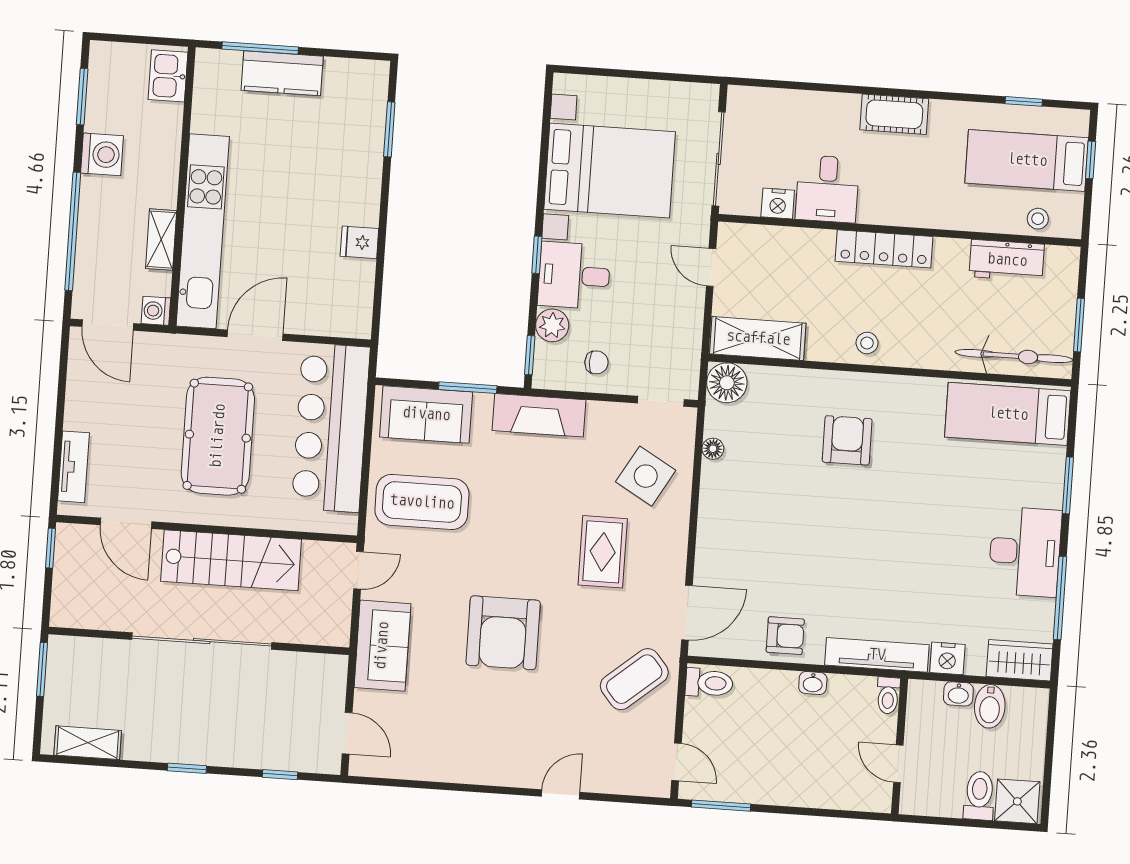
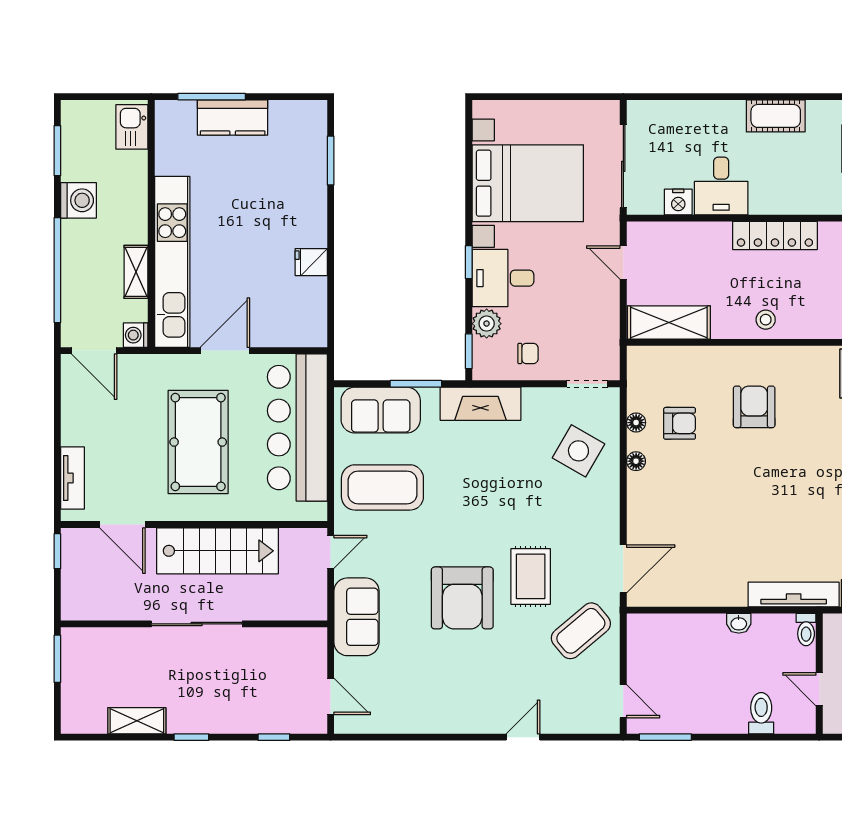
floor lamp: (727, 383) -> (636, 461), moved, width x0.53, depth x0.53
rug: (603, 552) -> (531, 576), moved
armchair: (785, 636) -> (680, 423), moved
sliding door: (202, 641) -> (197, 624), width x0.73
toilet: (709, 683) -> (761, 713), moved, turned -90
shelving: (88, 743) -> (137, 721), moved

